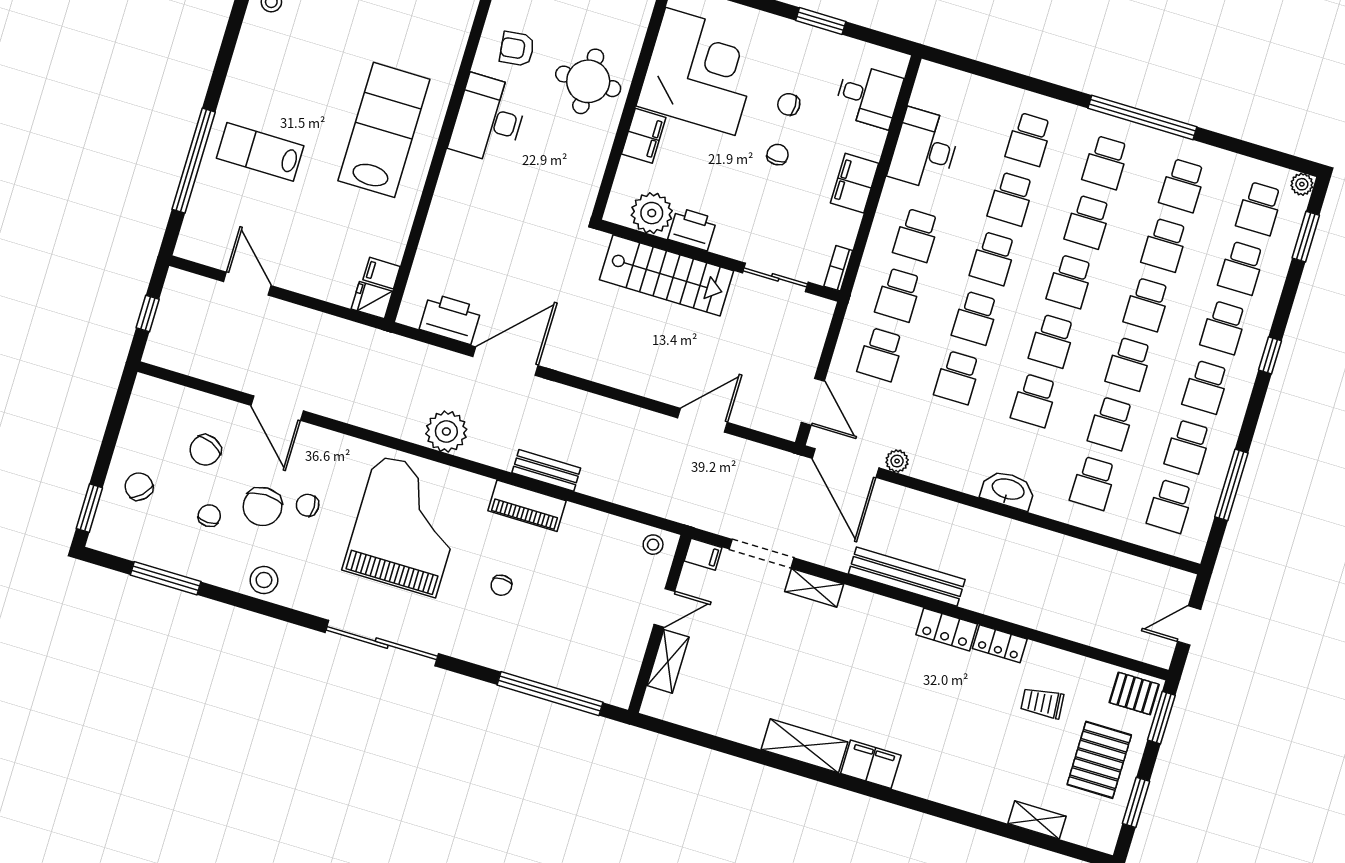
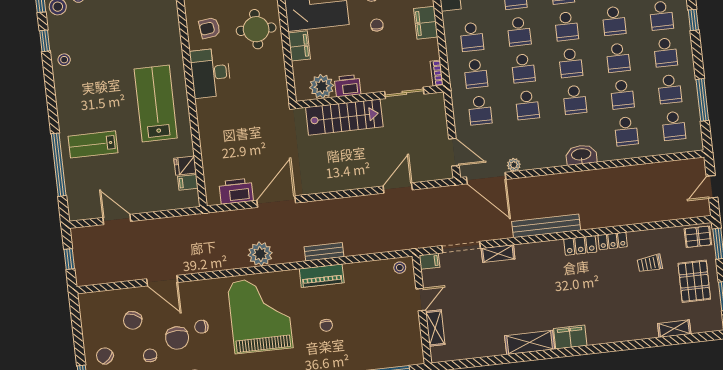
fridge: (372, 300) -> (185, 166), moved

